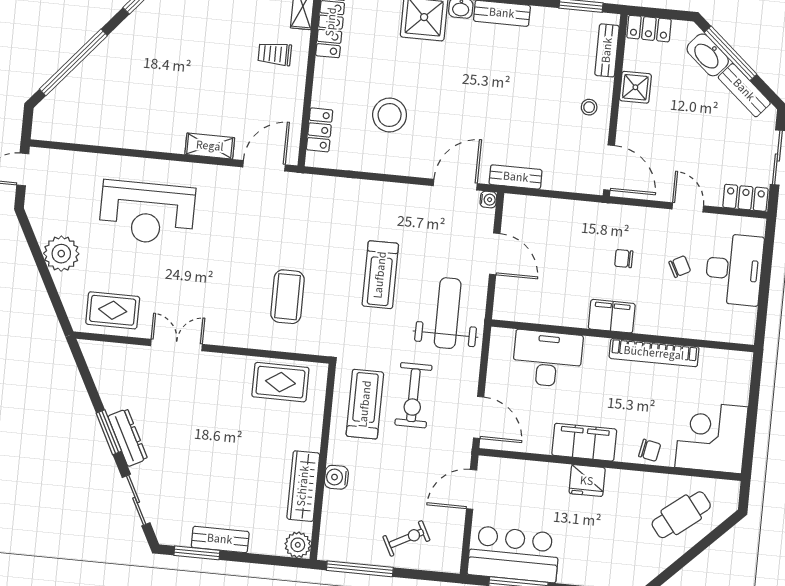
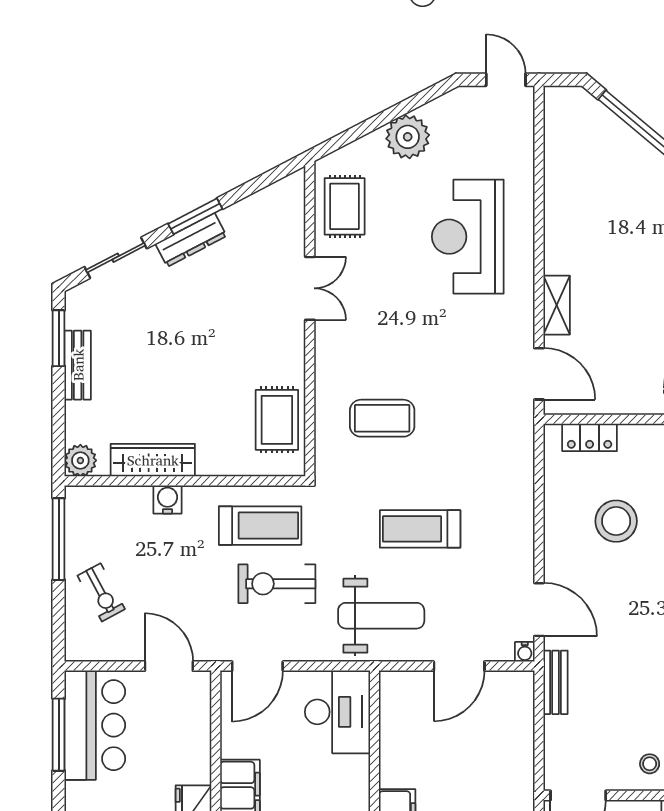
desk: (547, 359) -> (337, 712), moved

